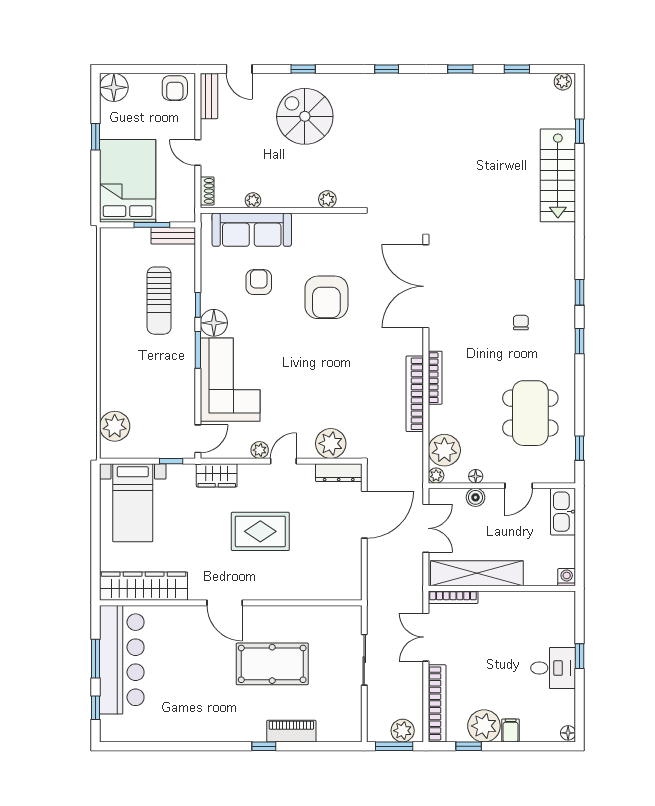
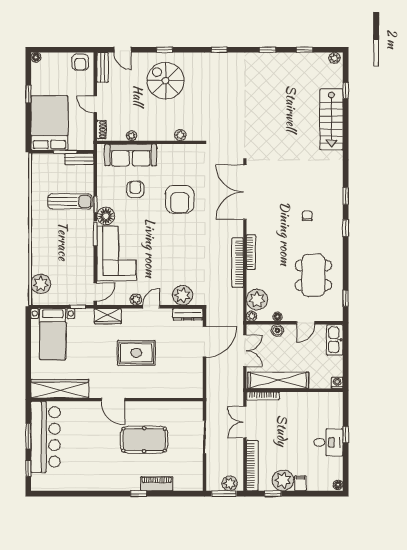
floor lamp: (114, 87) -> (36, 57), width x0.53, depth x0.53
sun lounger: (159, 301) -> (70, 201), turned -90

